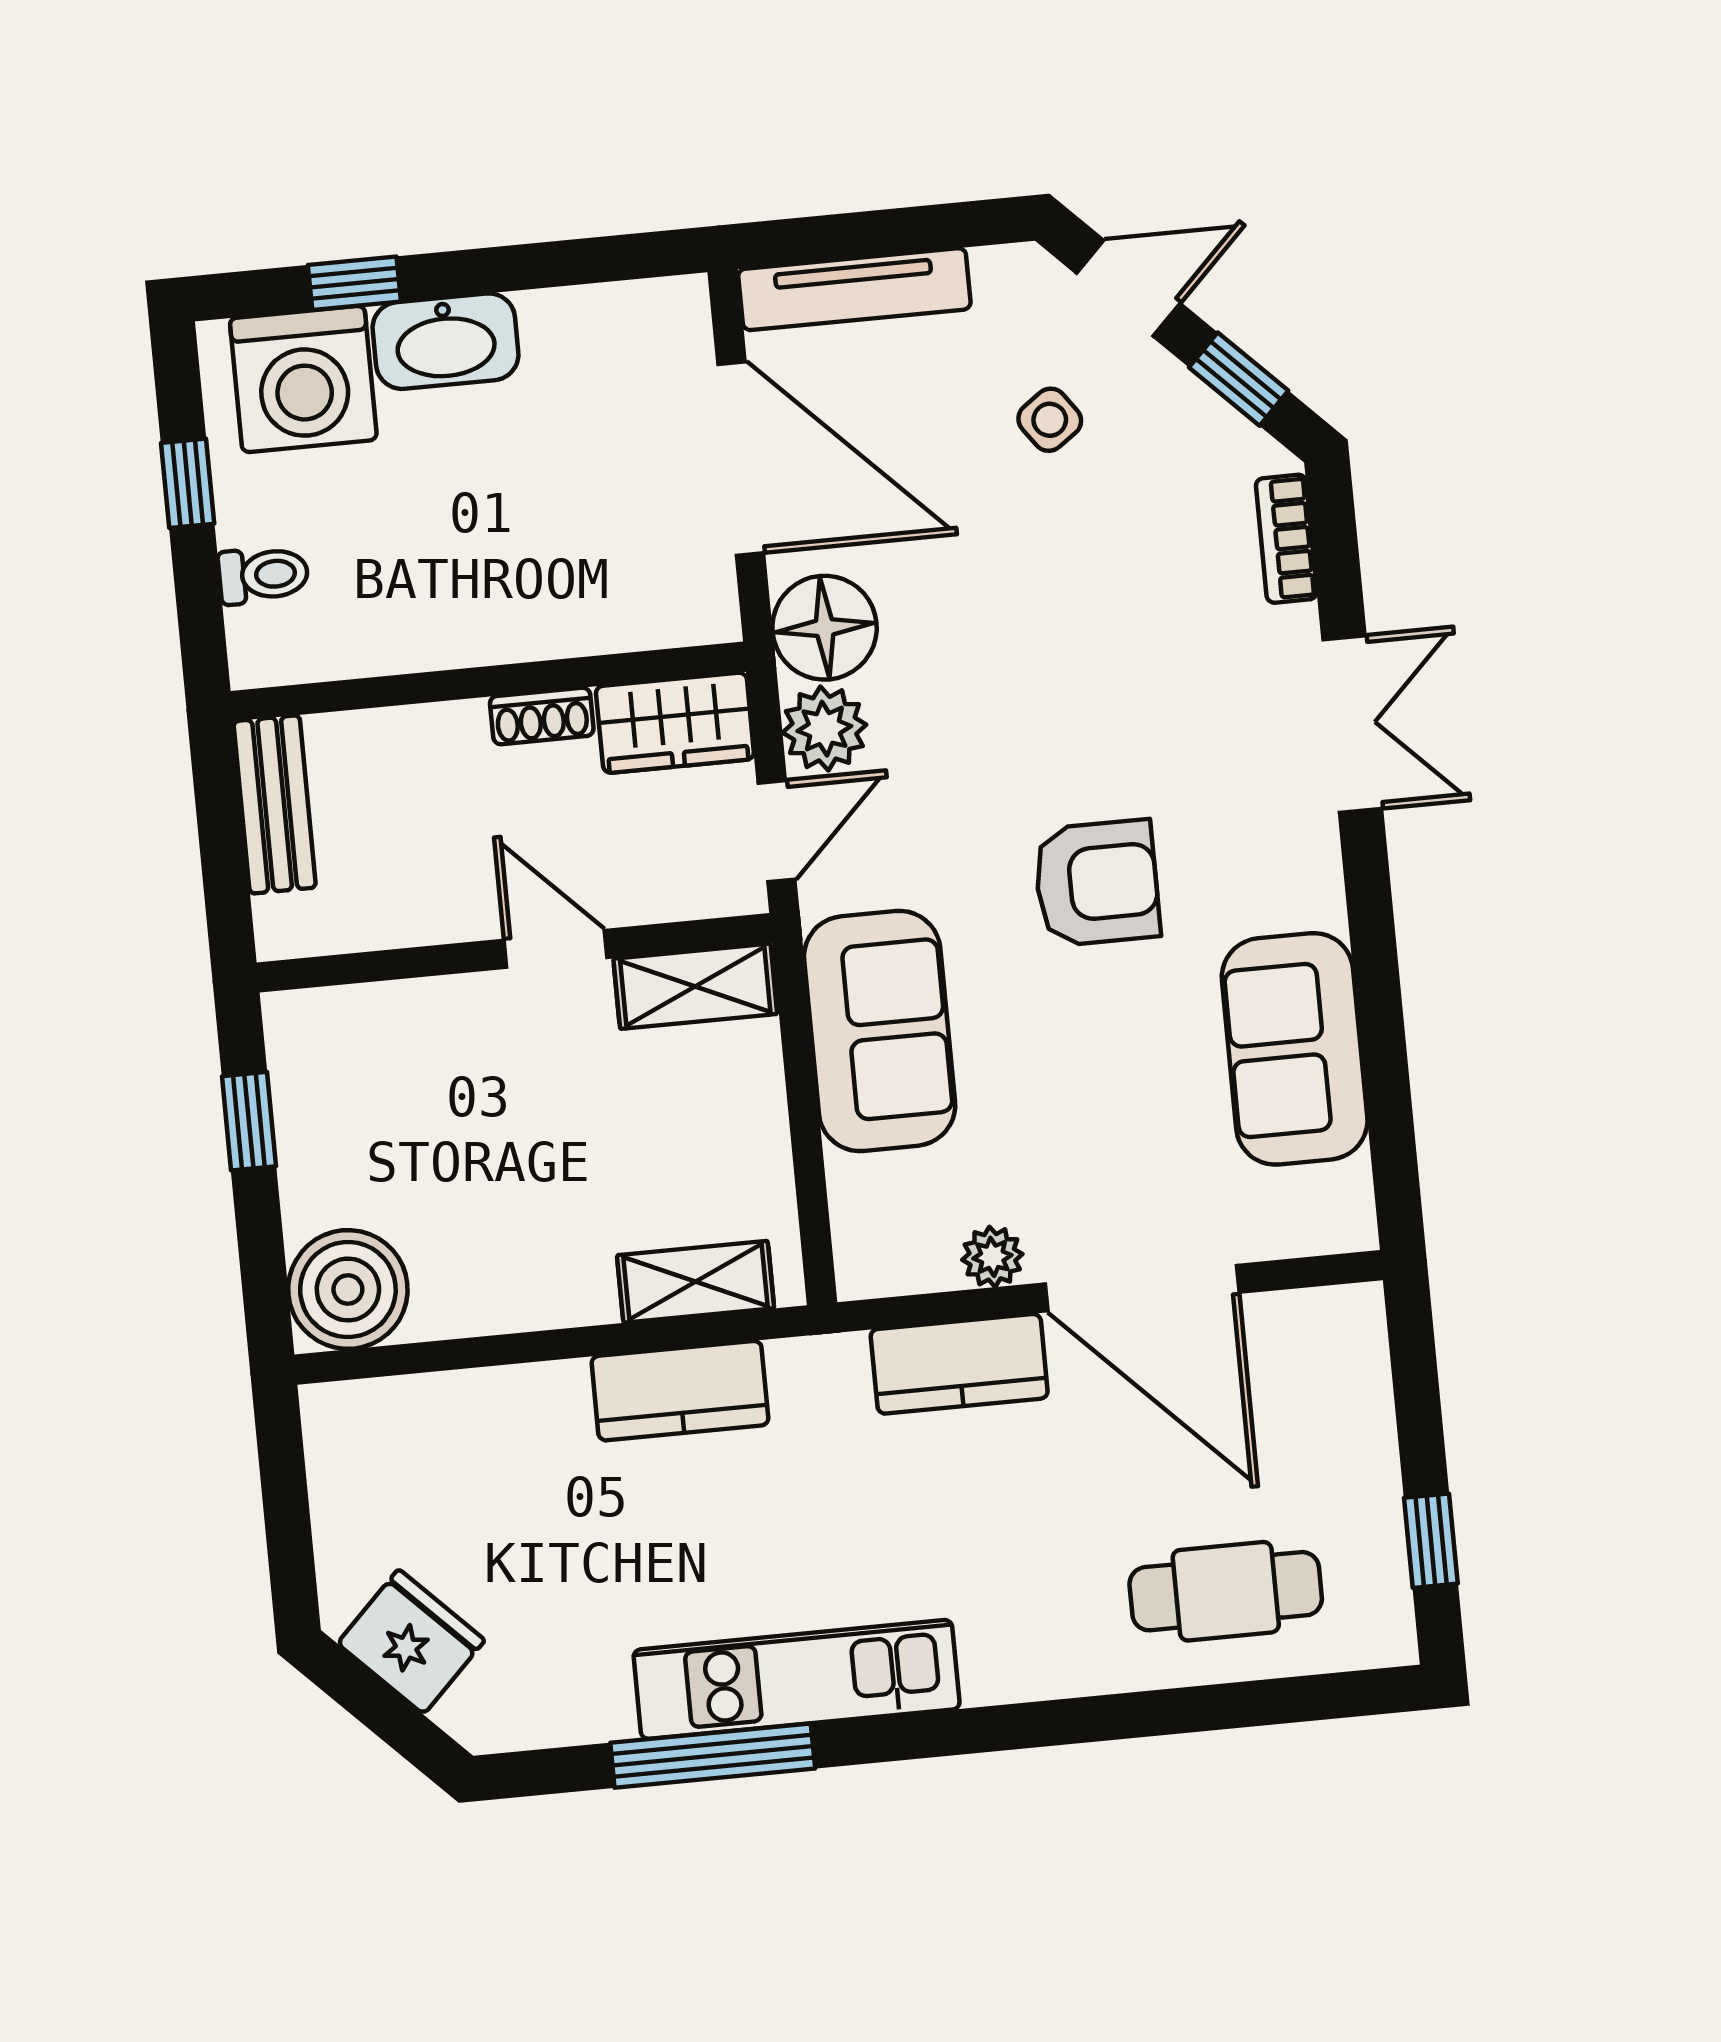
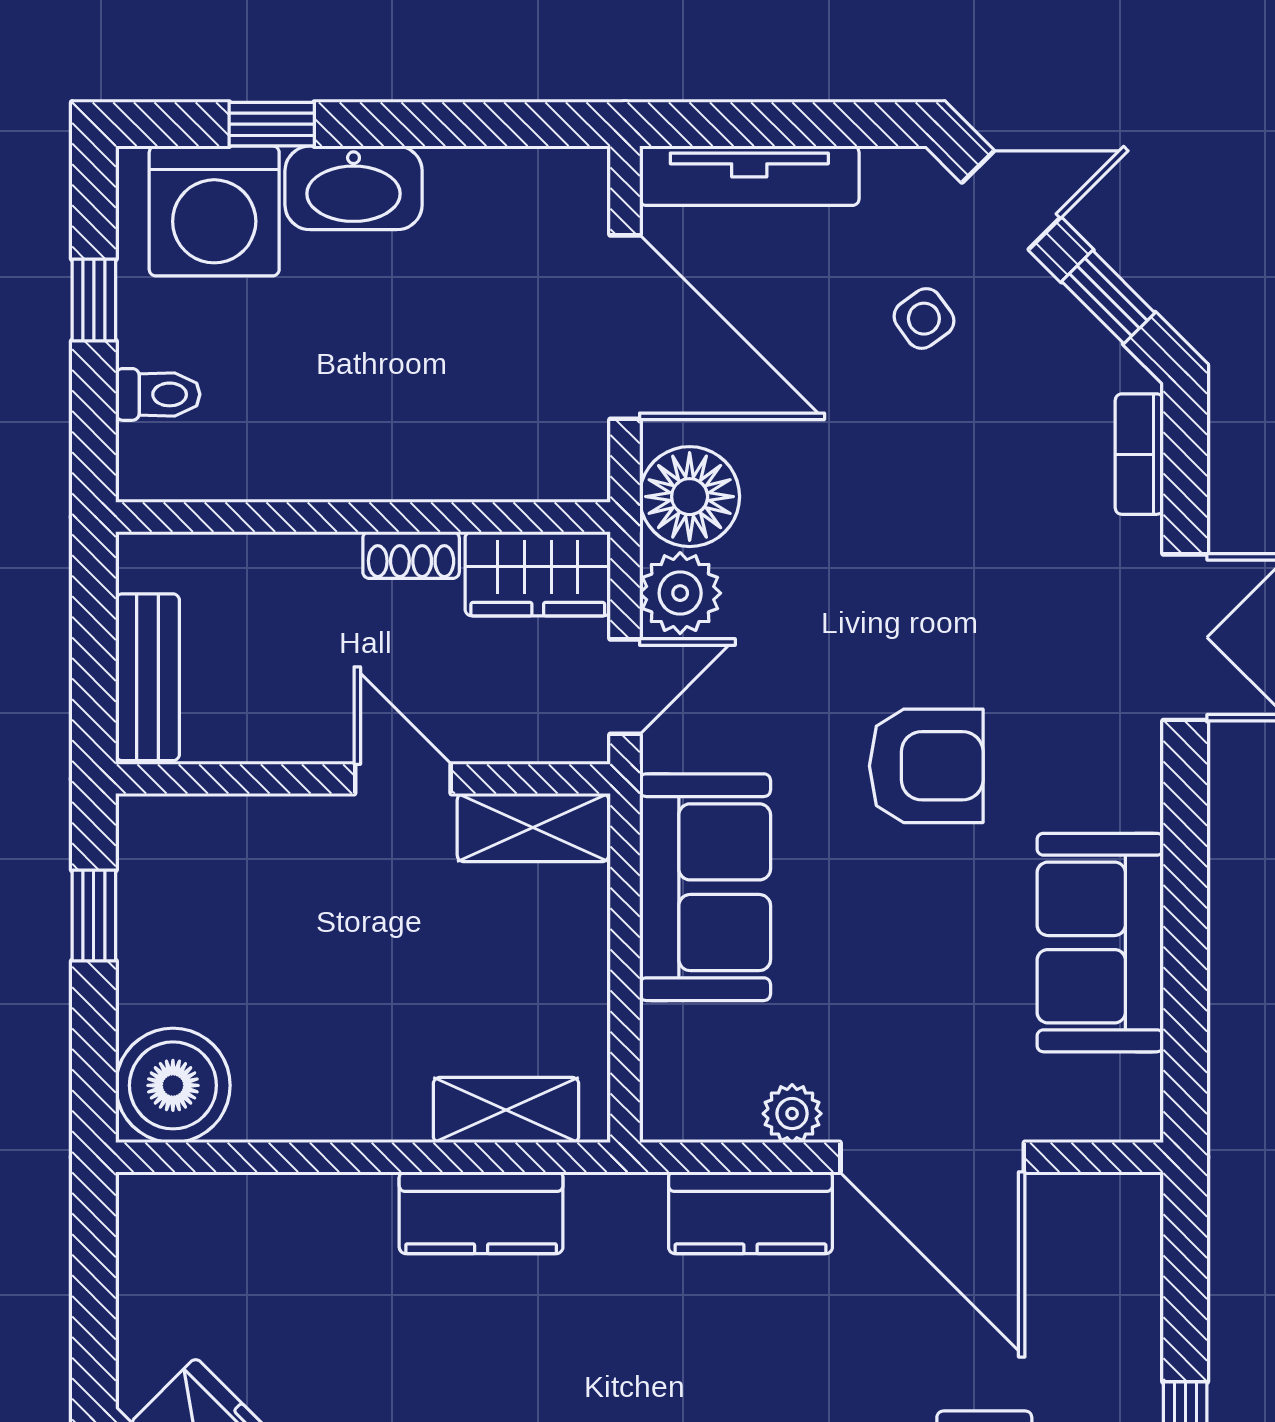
bench: (275, 804) -> (148, 677), moved

